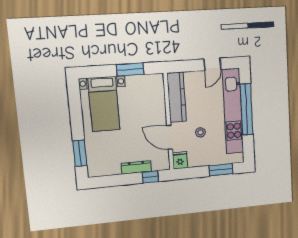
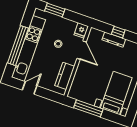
window: (130, 70) -> (88, 108), width x1.44
kitchen counter: (177, 97) -> (65, 76), width x0.67
window: (150, 177) -> (118, 32), moved

